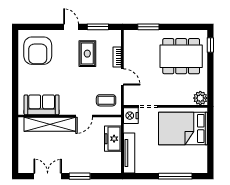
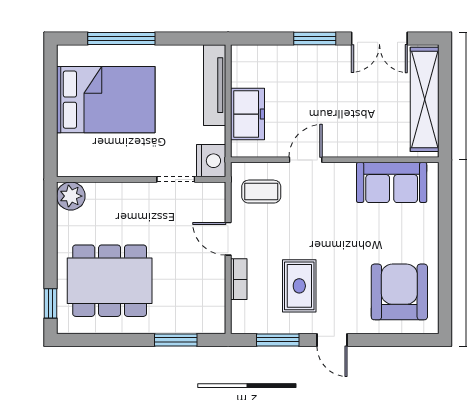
shelving: (50, 124) -> (425, 99), moved, turned 90
bed: (183, 128) -> (106, 100), moved

